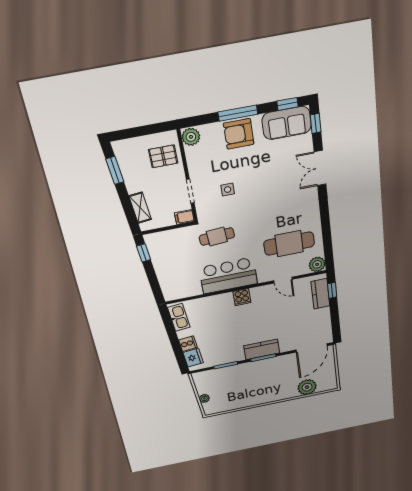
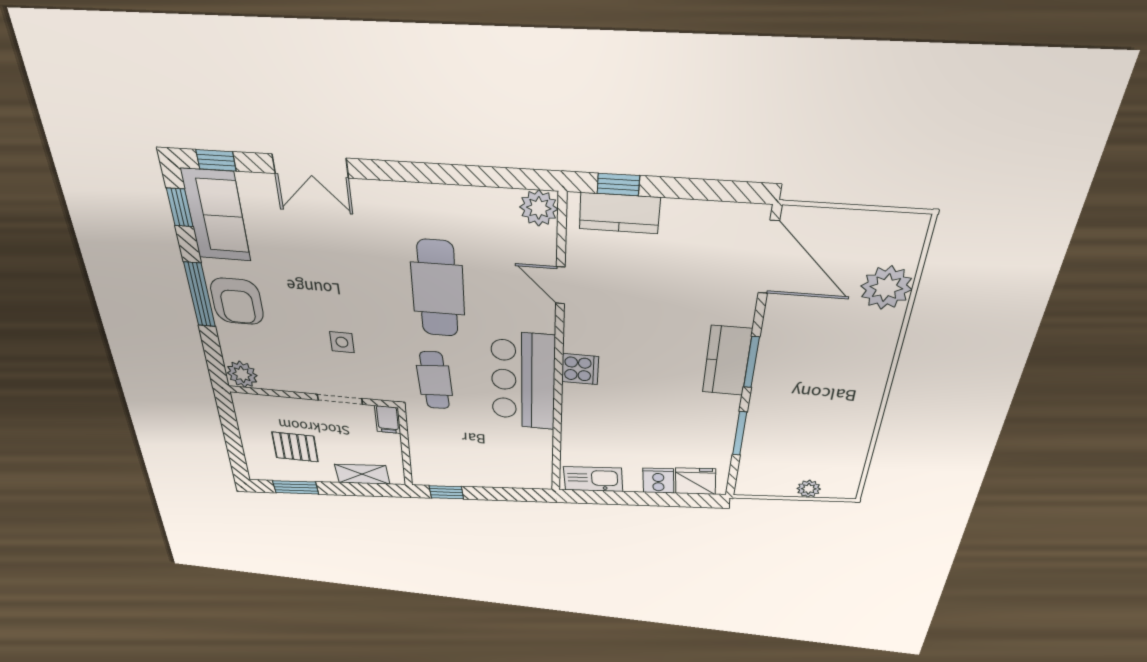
pallet: (163, 156) -> (295, 447), moved, turned 90
cafe table: (289, 244) -> (438, 289), moved
door: (283, 280) -> (560, 285), swing flipped

